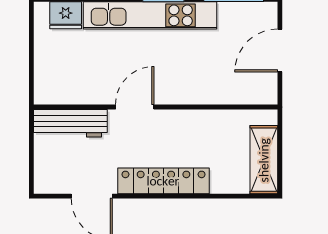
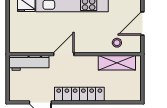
stool: (233, 86) -> (117, 43), added
shelving: (264, 160) -> (117, 63), moved, turned 90

